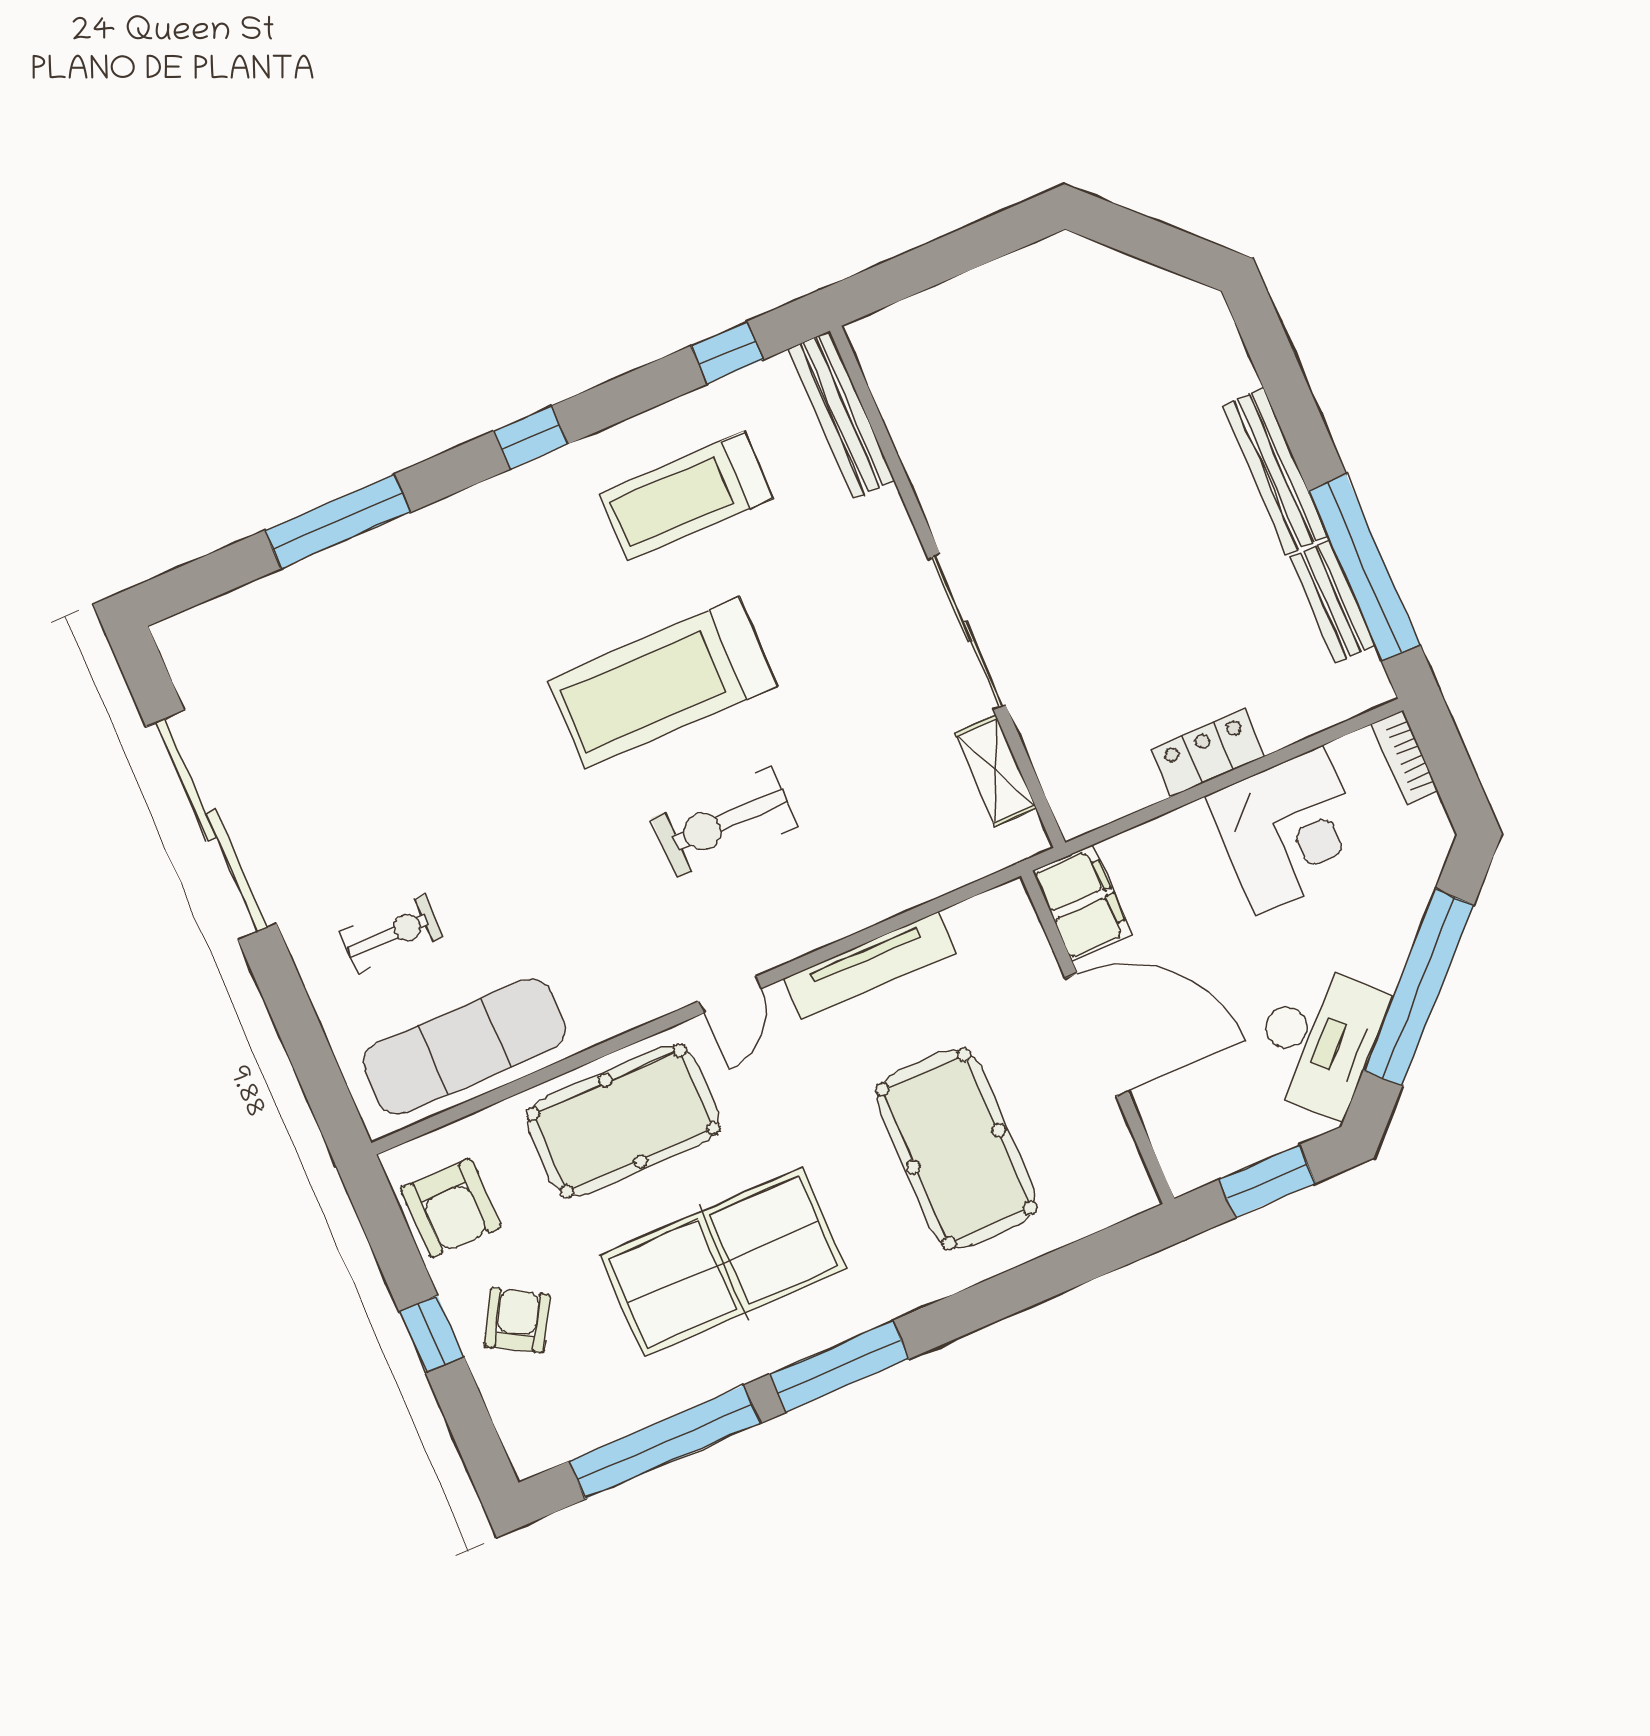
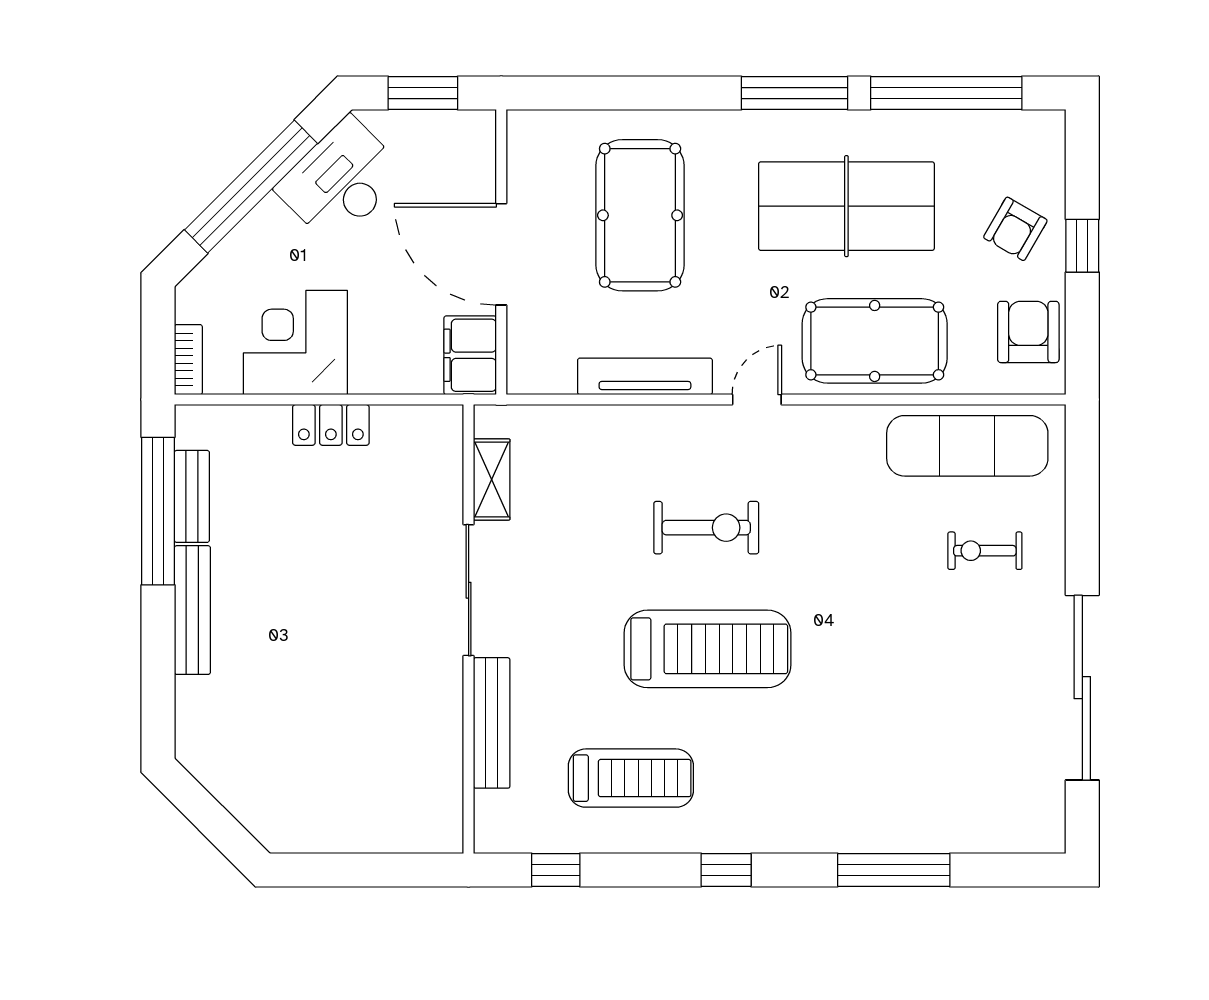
bench: (841, 415) -> (492, 723), moved

